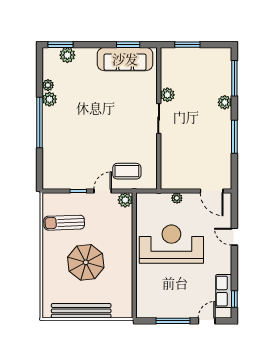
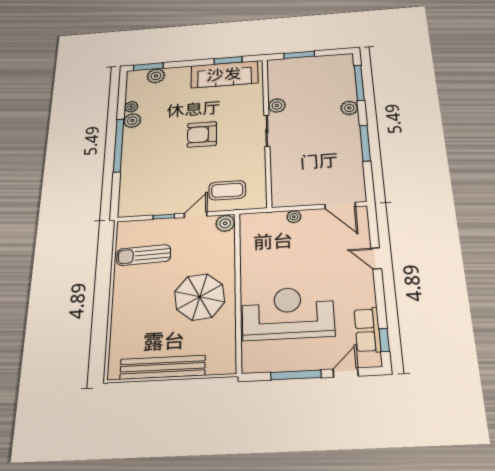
armchair: (107, 118) -> (202, 134), added
reception desk: (171, 244) -> (288, 313), moved
parasol: (86, 262) -> (200, 297), moved

